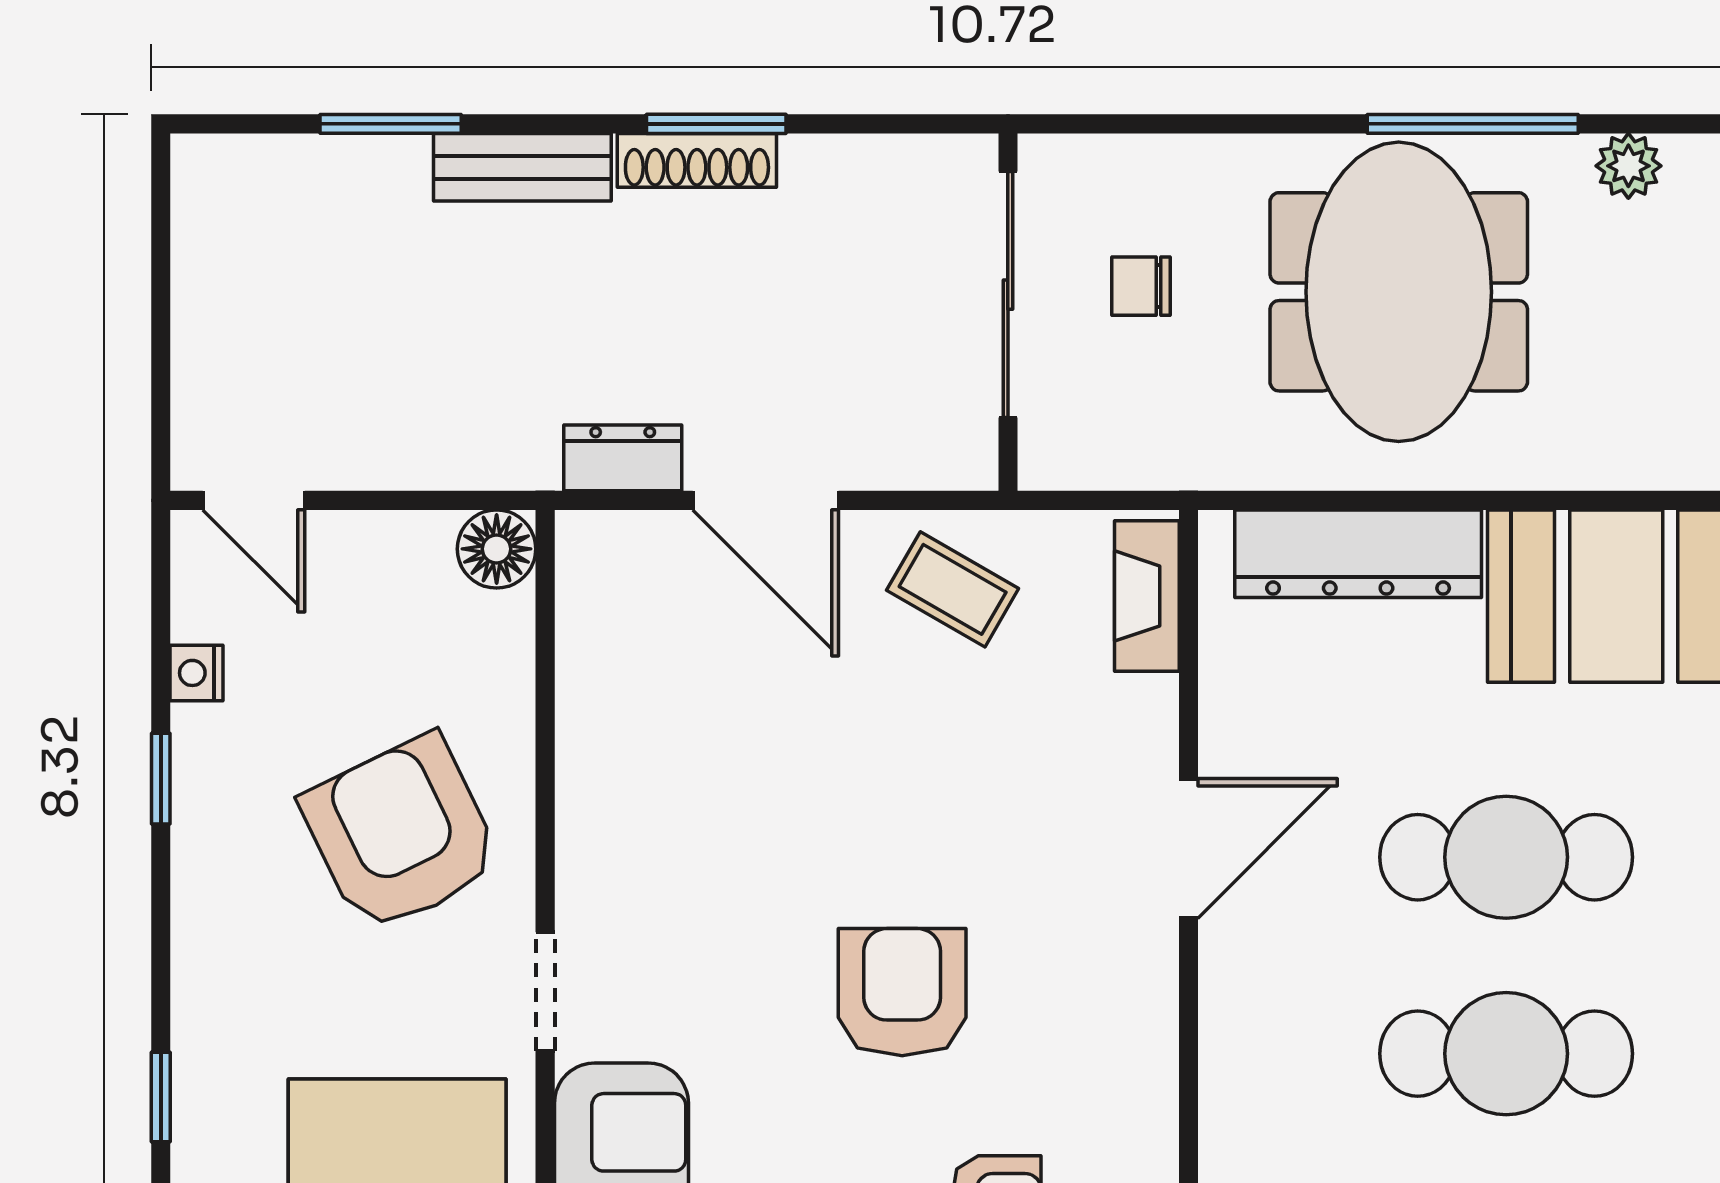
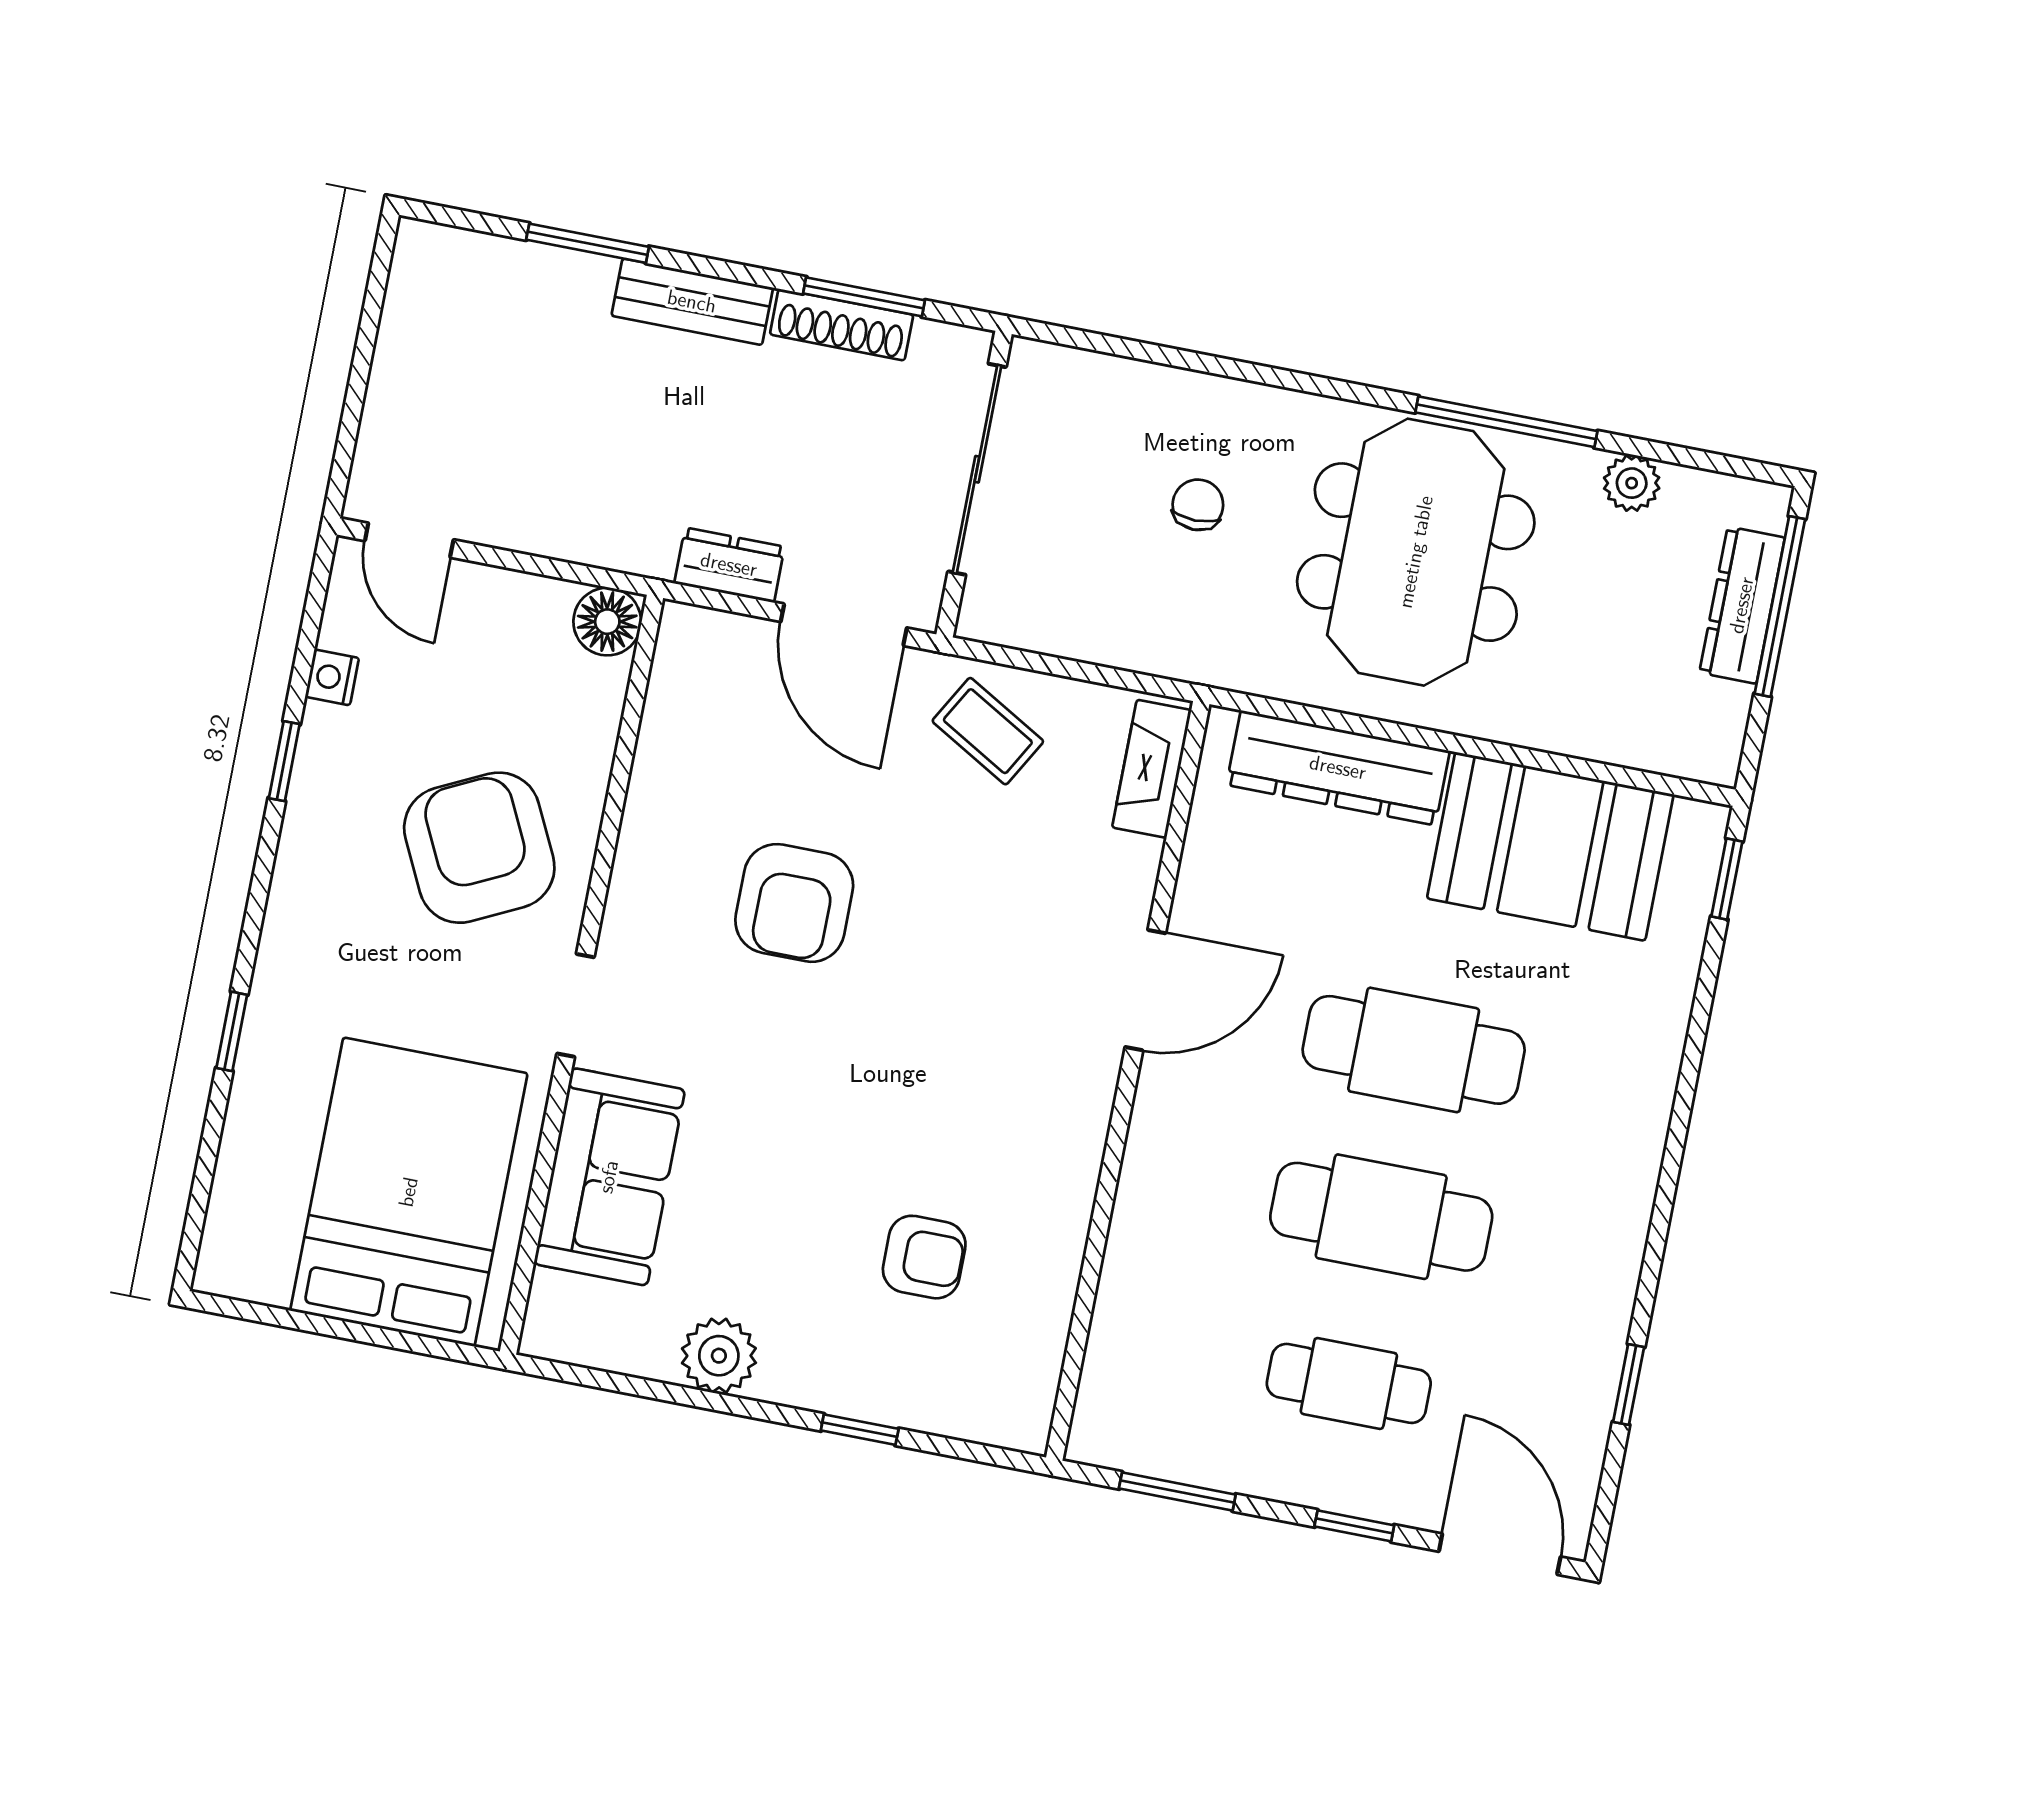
chair: (1141, 286) -> (1198, 505), turned 90
sliding door: (1008, 295) -> (977, 469), moved
wall: (1008, 312) -> (974, 484), moved
armchair: (902, 992) -> (794, 903), moved, turned 180

